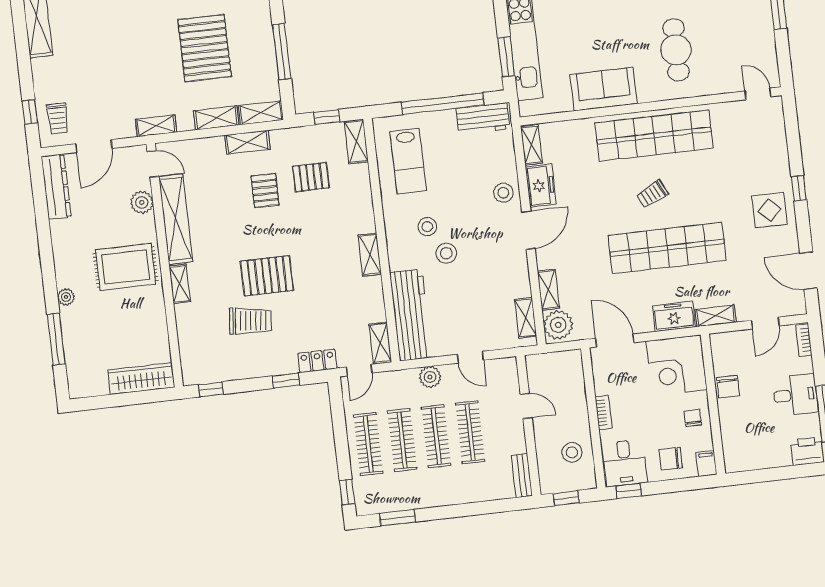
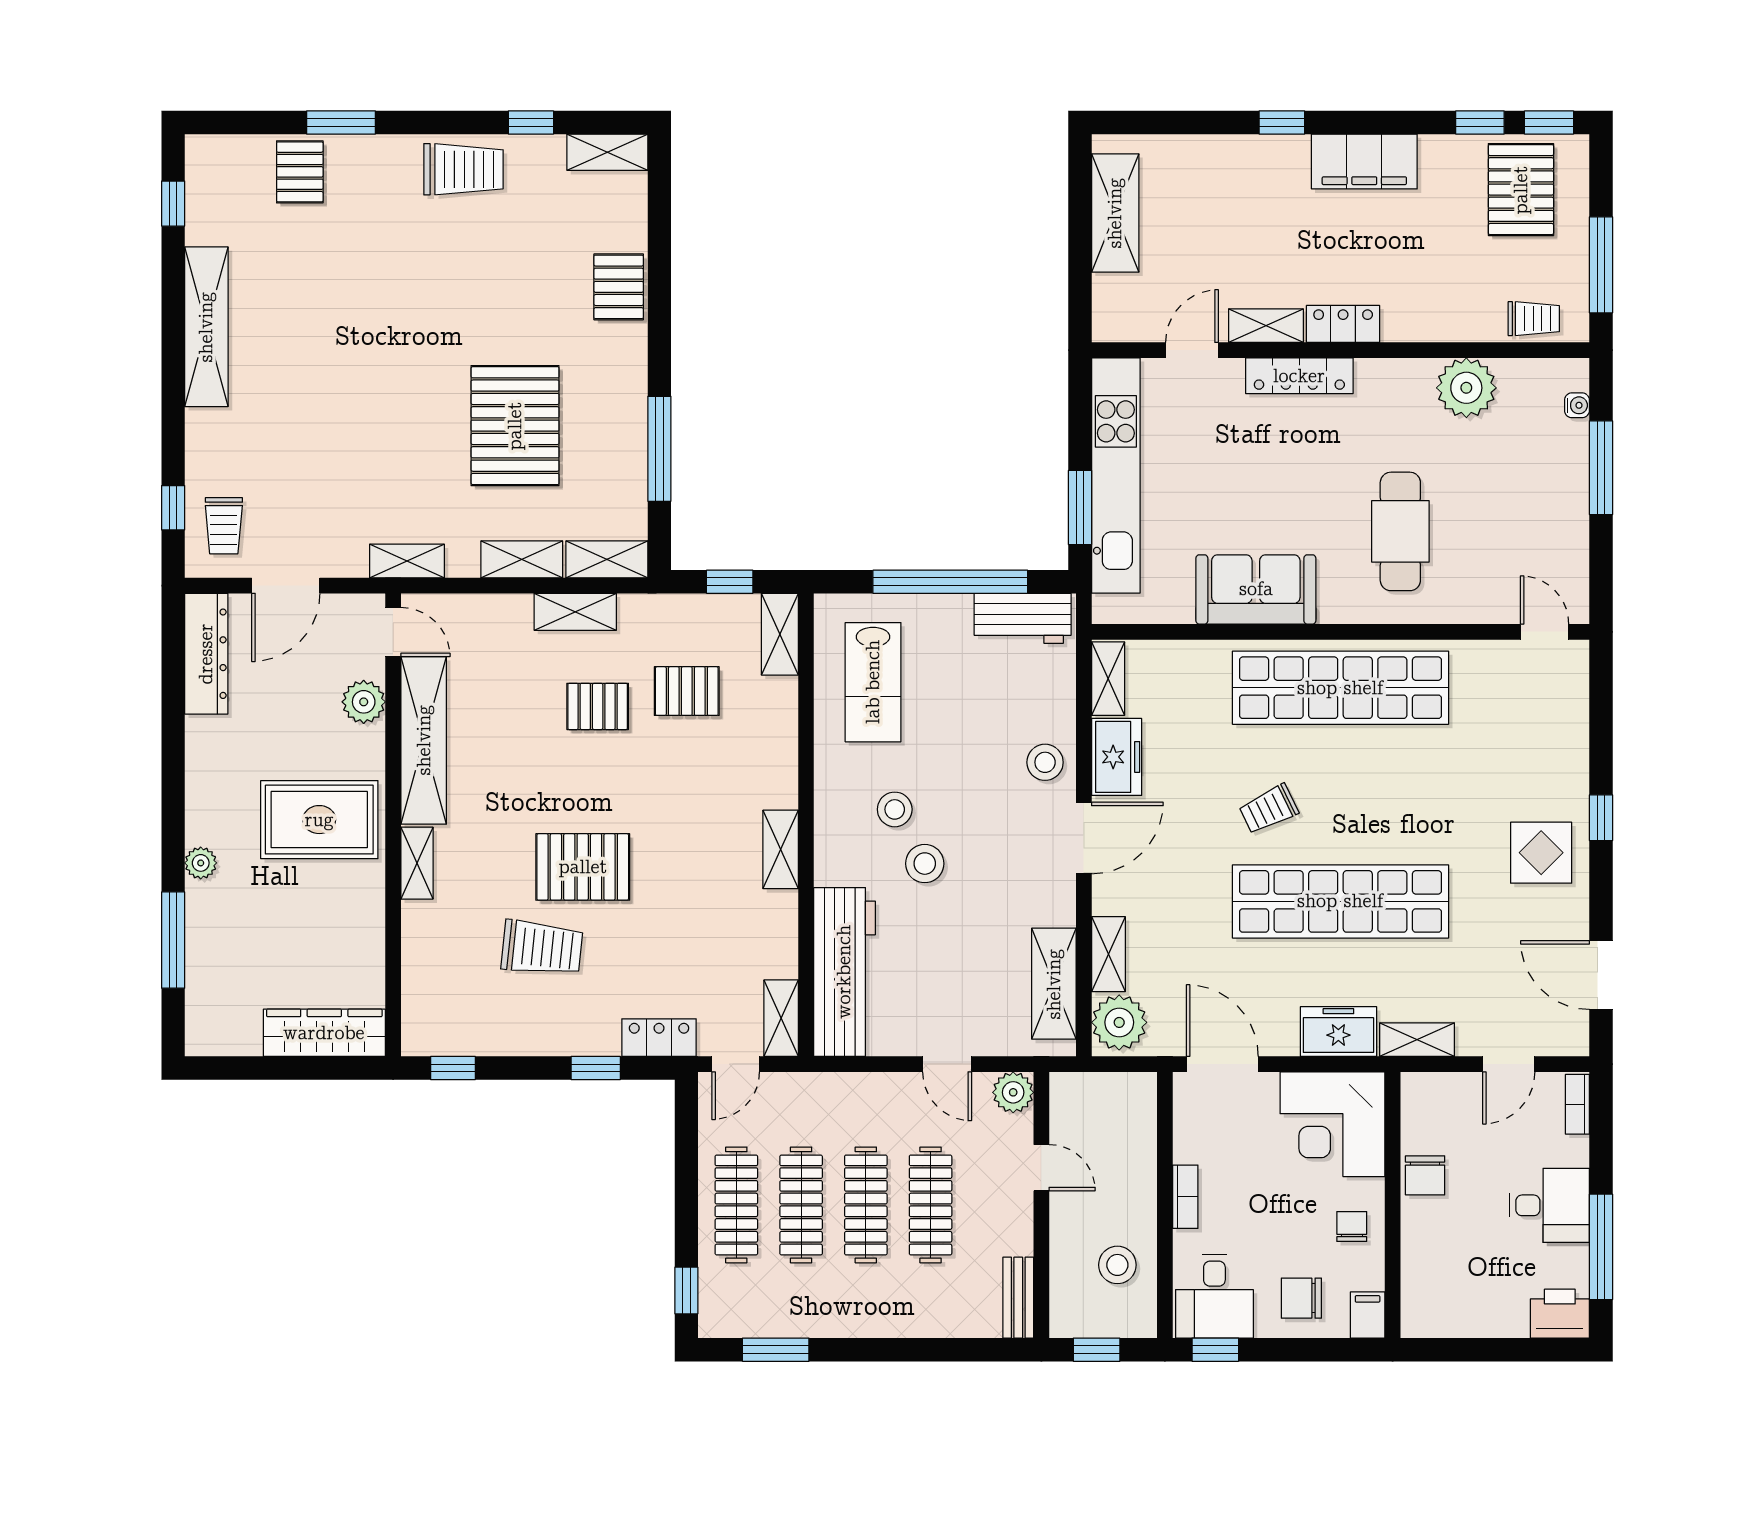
pallet: (265, 191) -> (598, 706), turned 90
trolley: (652, 194) -> (1269, 809), moved
shelving: (526, 318) -> (1054, 984), width x1.50, depth x1.33
plant: (430, 377) -> (1013, 1092), moved

